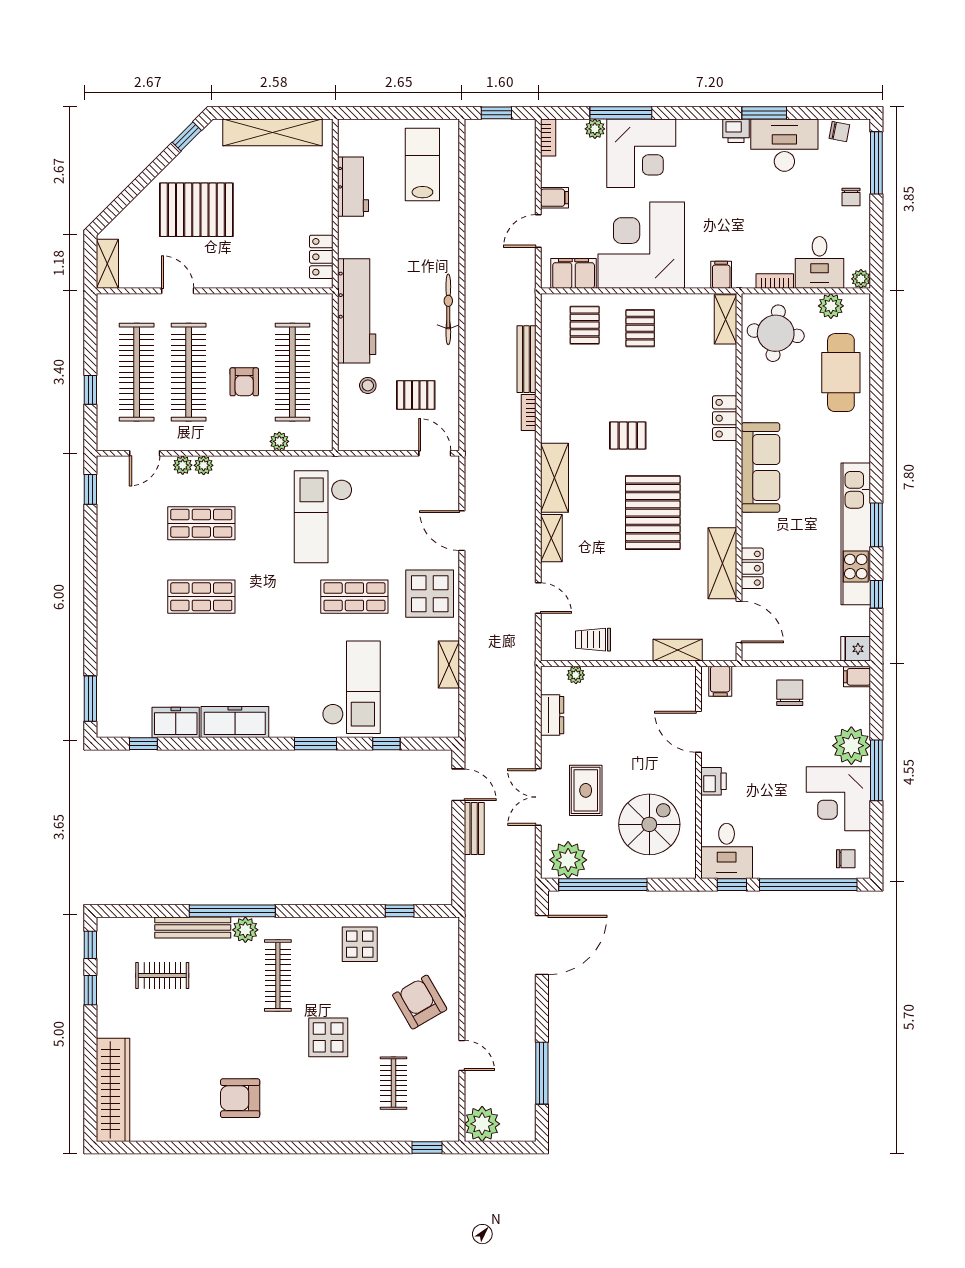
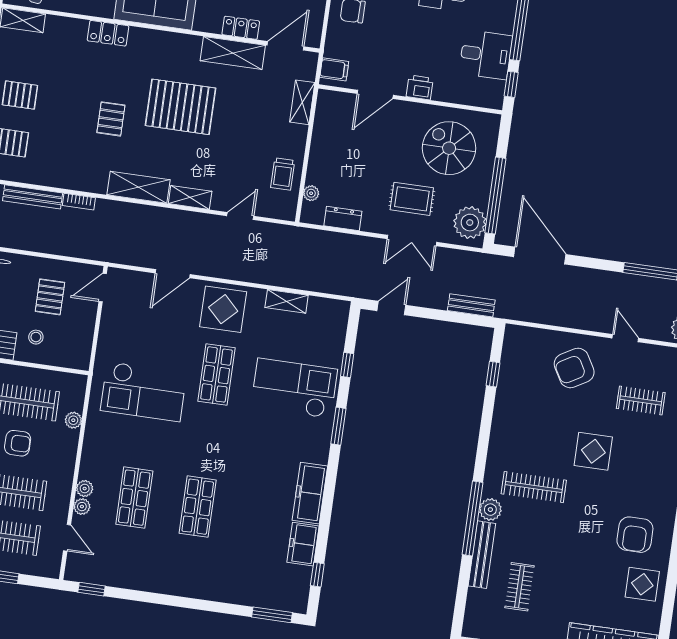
bench: (474, 828) -> (471, 305), moved
desk: (727, 851) -> (486, 55), moved
display table: (360, 944) -> (642, 584), moved
door: (462, 1055) -> (625, 338), hinge flipped

